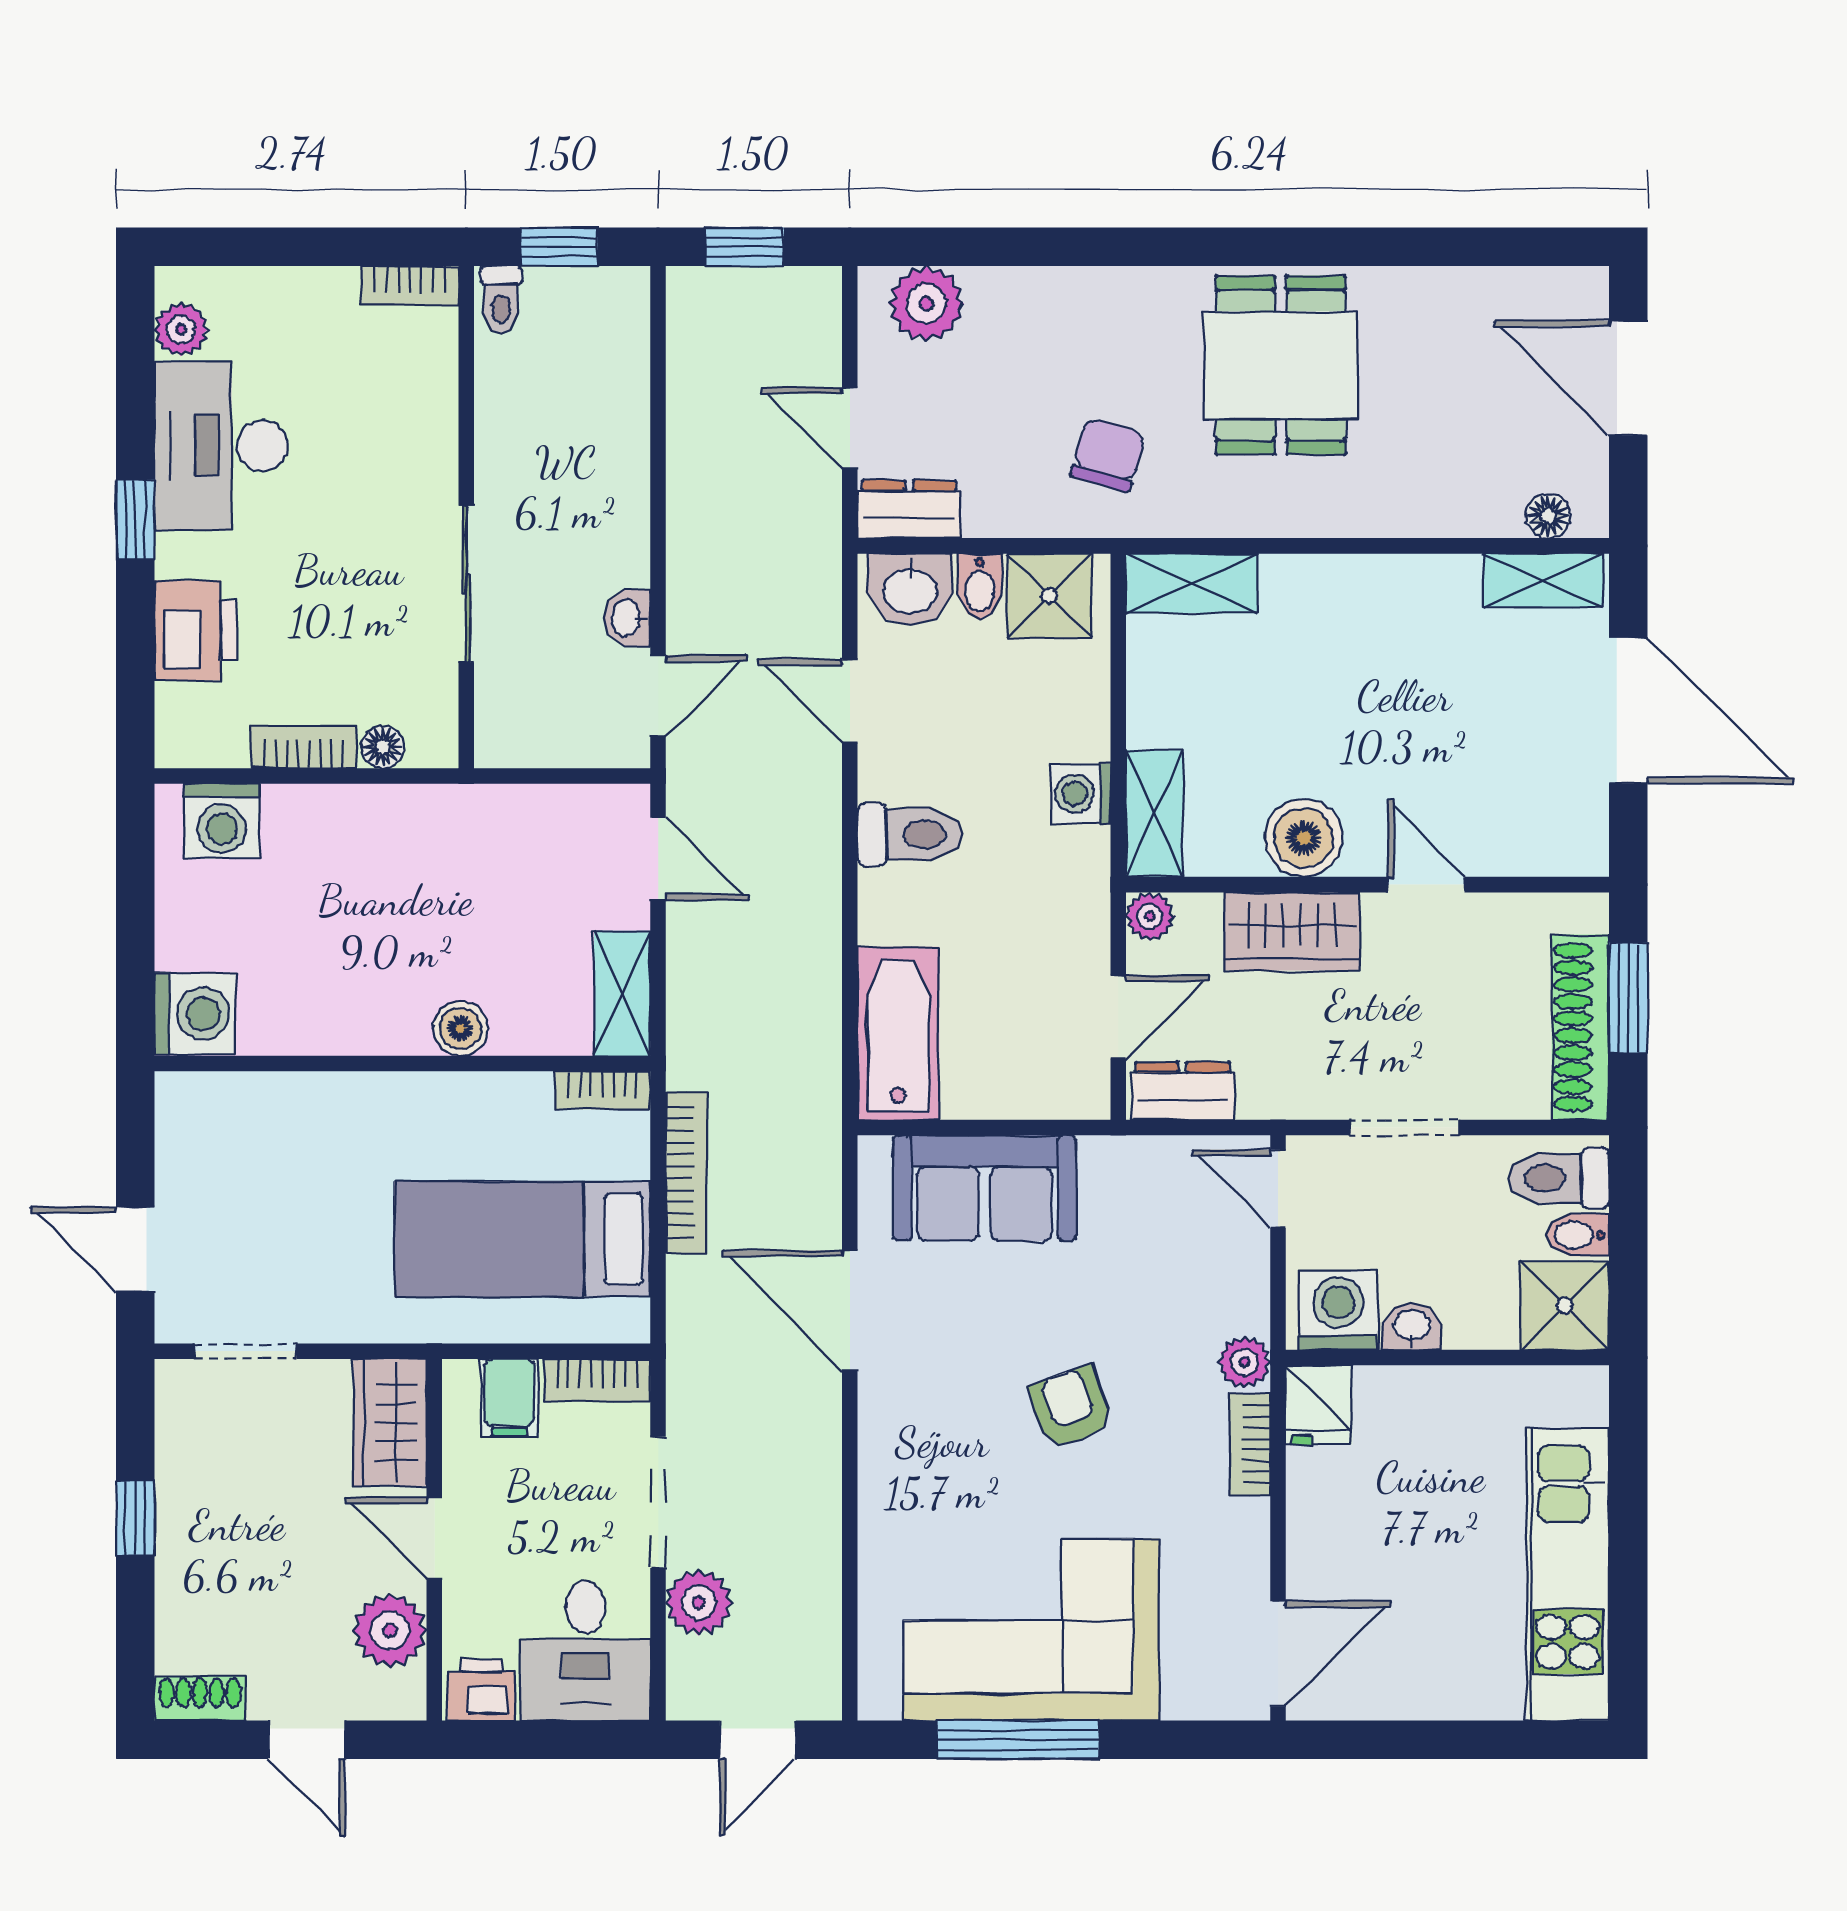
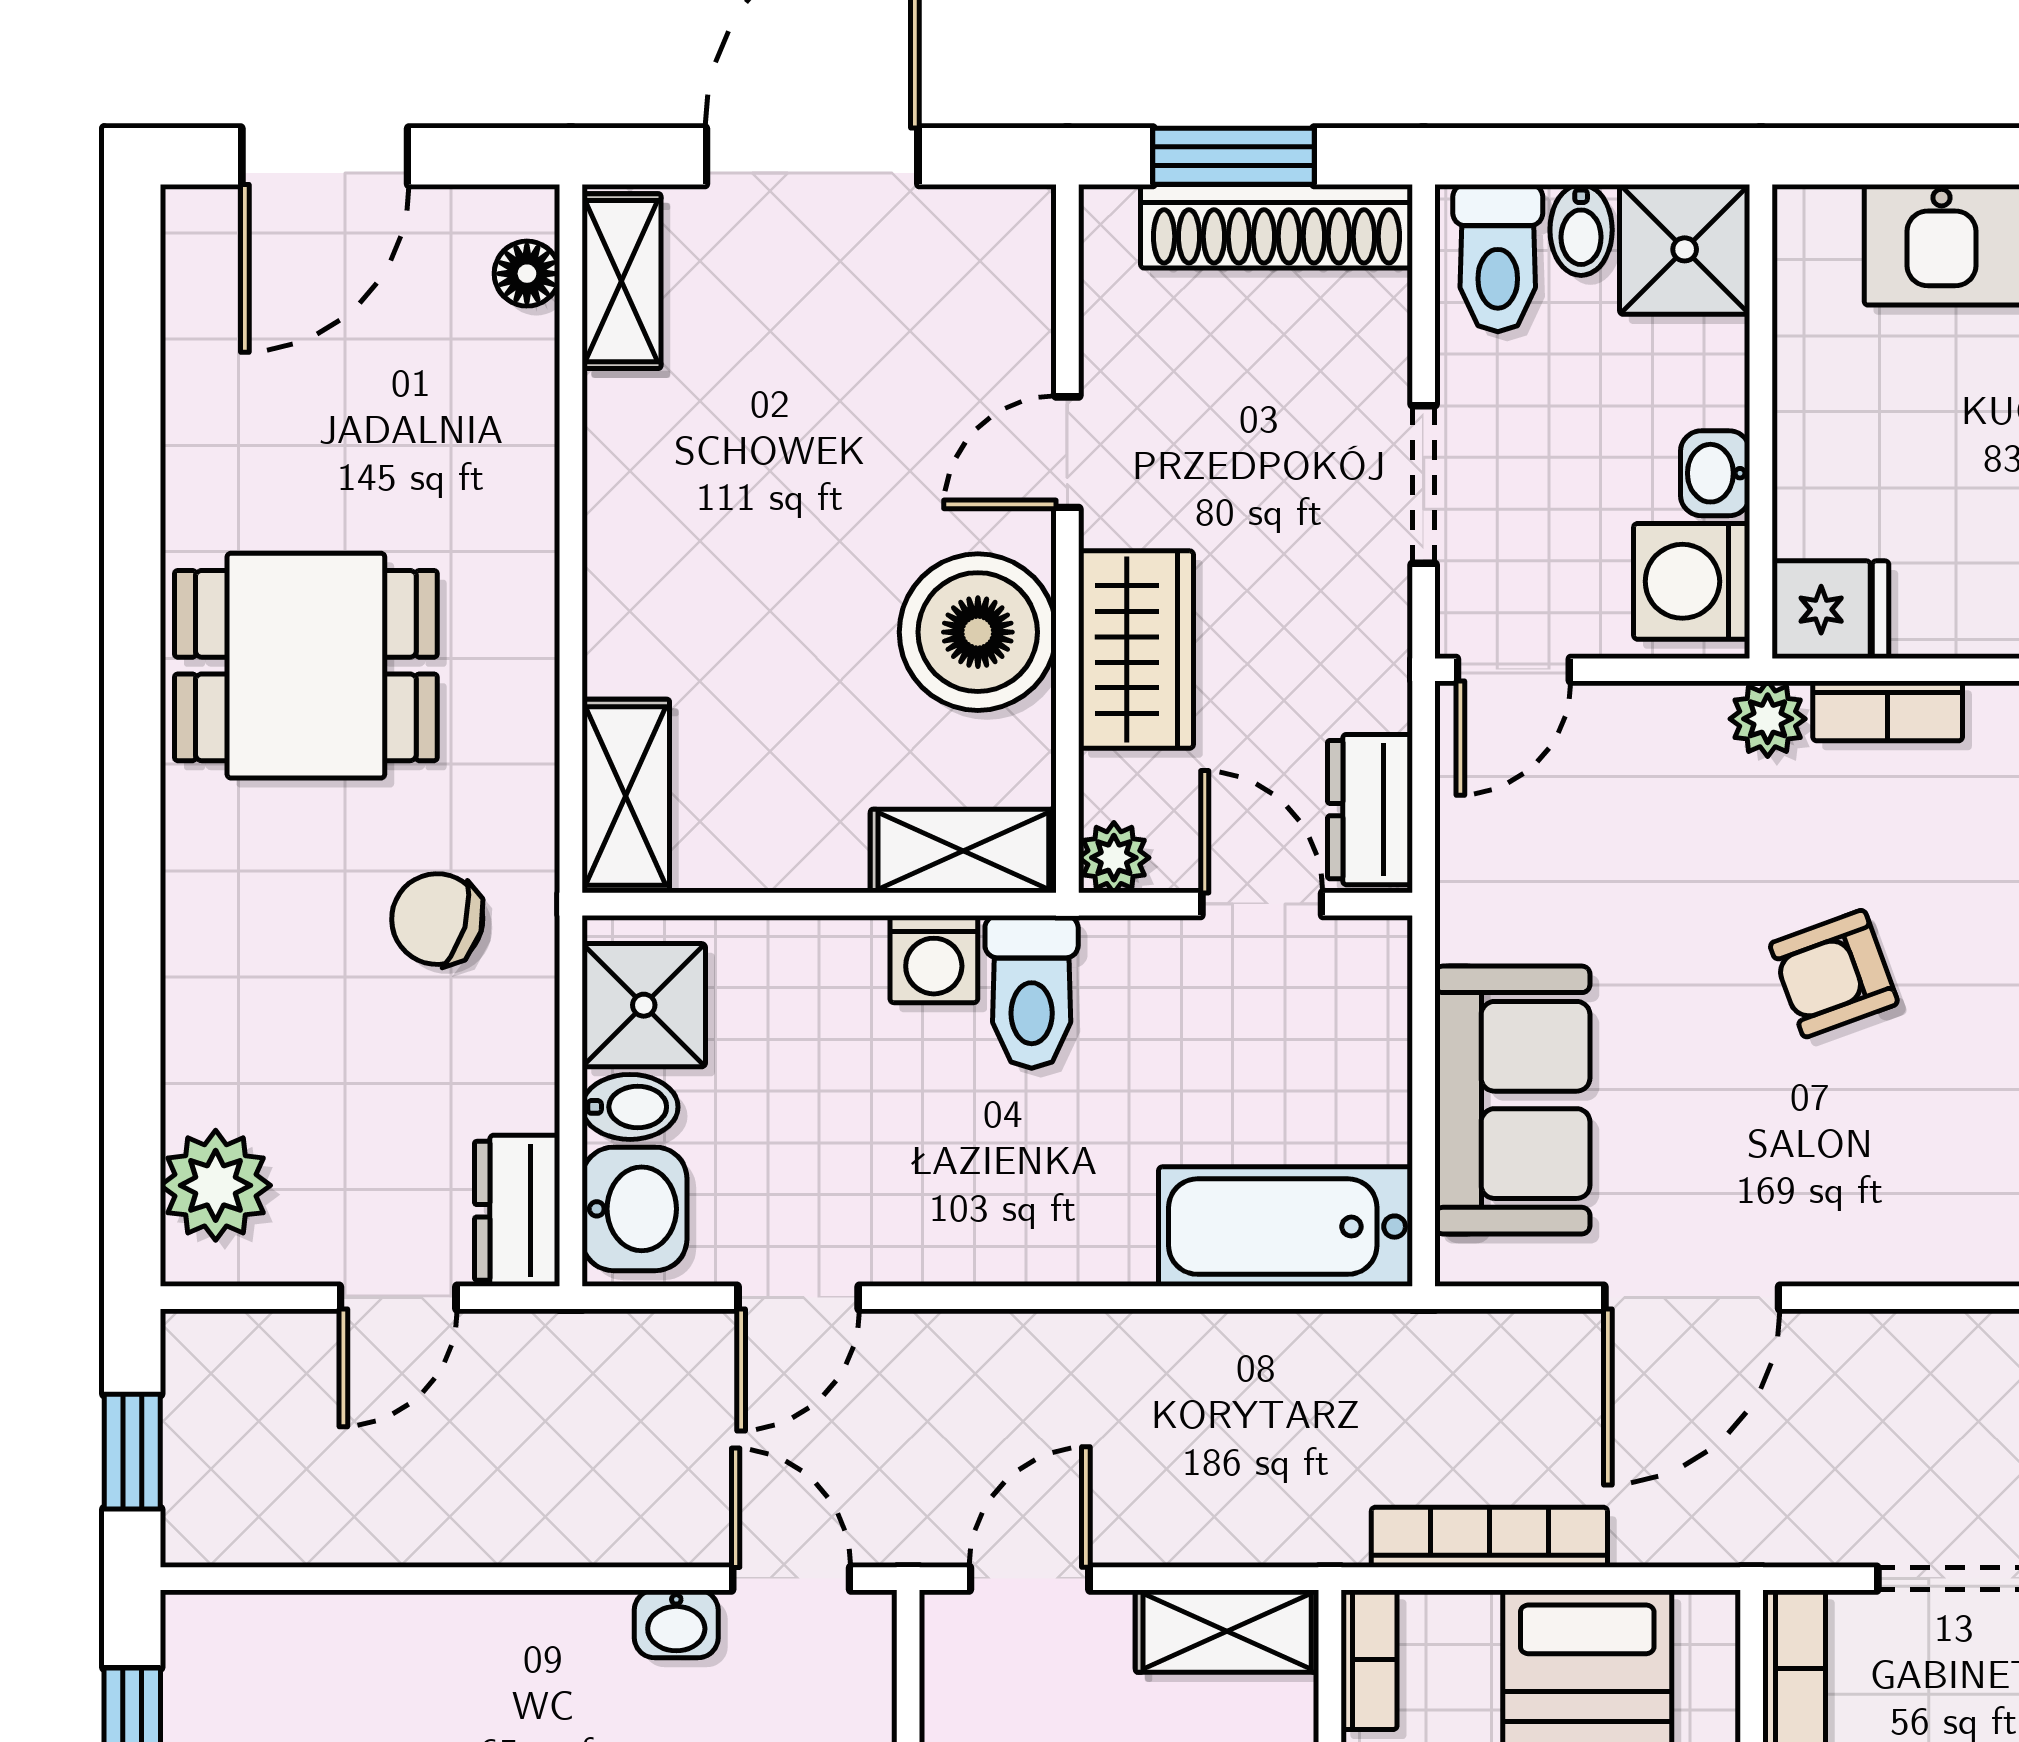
toilet: (910, 834) -> (1032, 992), moved, turned 180
boiler: (1304, 838) -> (978, 632), width x1.37, depth x1.37

